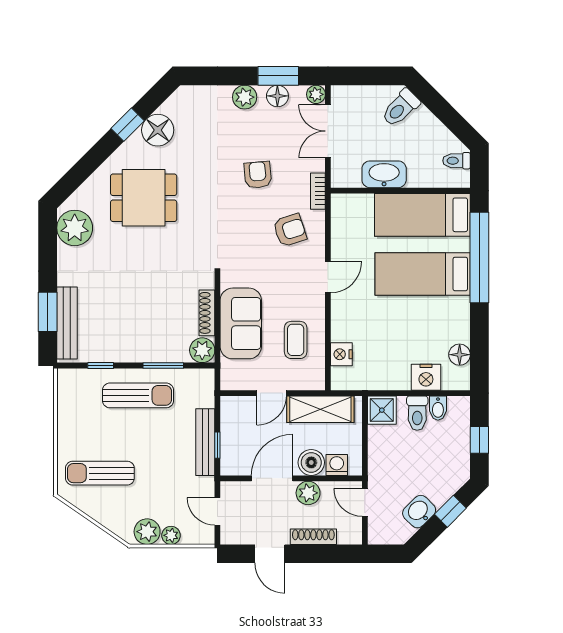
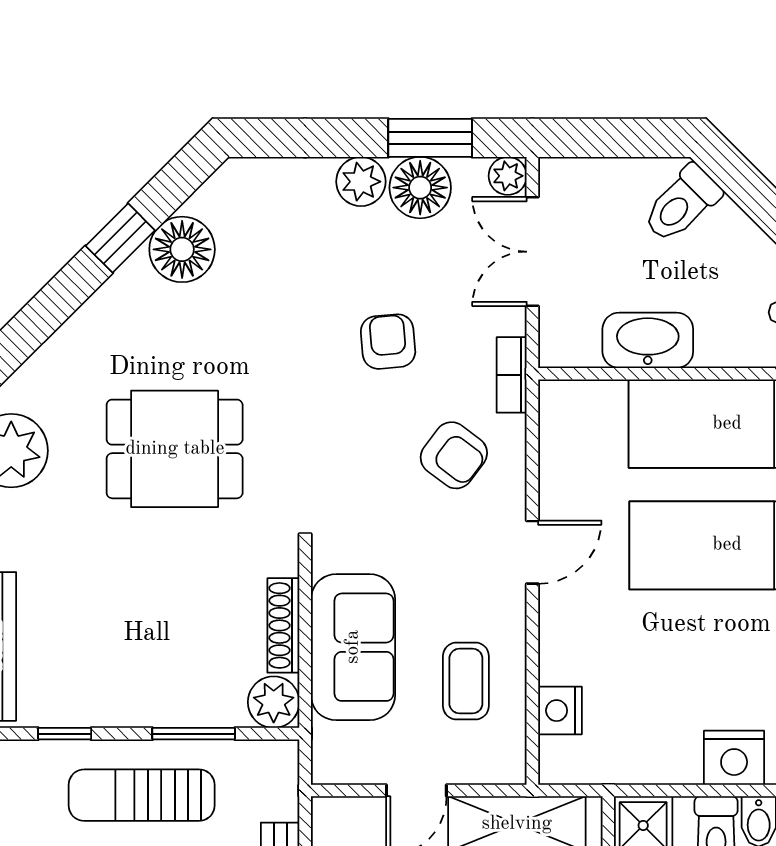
floor lamp: (277, 96) -> (420, 188), width x1.38, depth x1.38
dining table: (144, 198) -> (175, 449), moved
armchair: (290, 230) -> (454, 455), turned 55
sun lounger: (138, 395) -> (142, 795), turned 180

